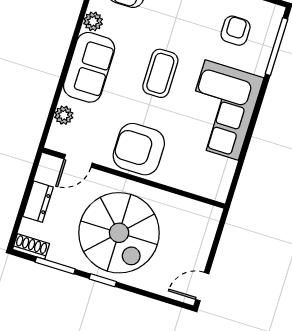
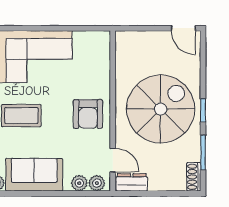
plant: (58, 135) -> (97, 183), added
armchair: (139, 149) -> (88, 114), width x0.73, depth x0.73
dresser: (38, 202) -> (132, 182), moved

